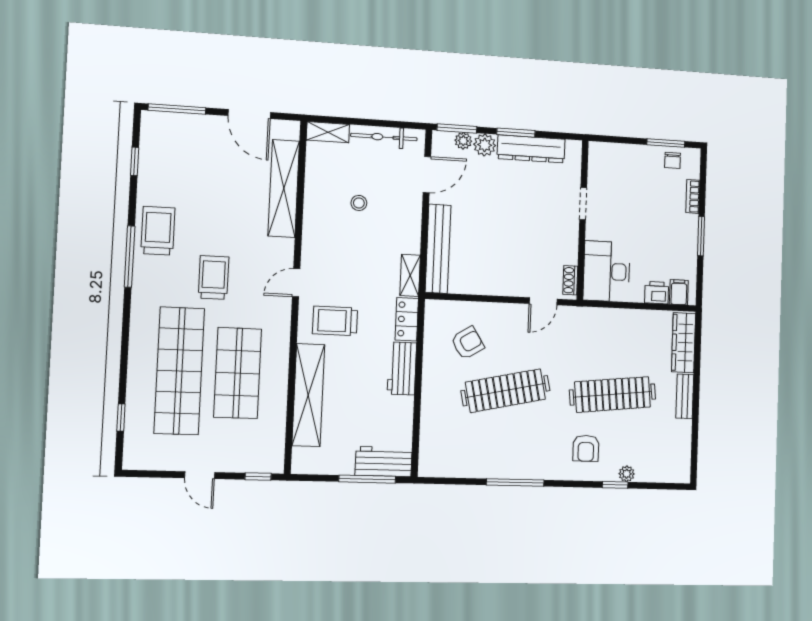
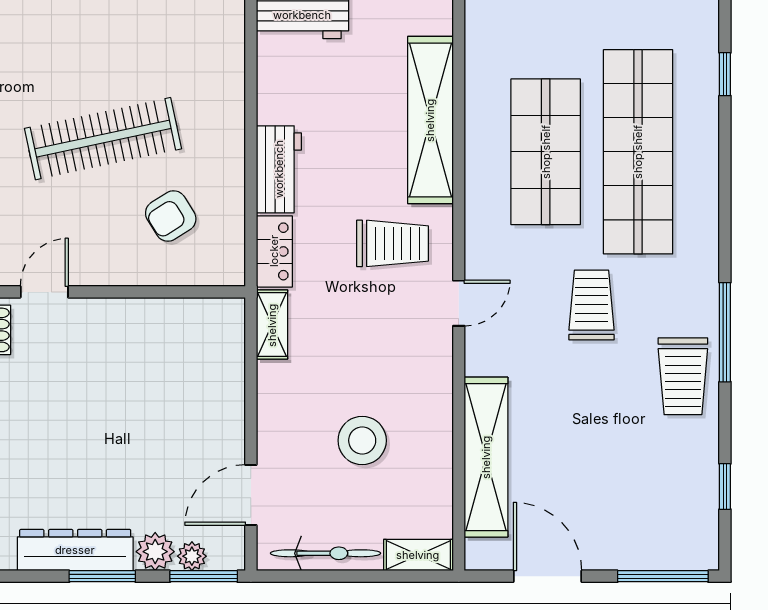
stool: (359, 203) -> (362, 440), width x1.89, depth x1.89
bench: (438, 249) -> (227, 372), removed
trolley: (214, 277) -> (591, 305), turned 180

